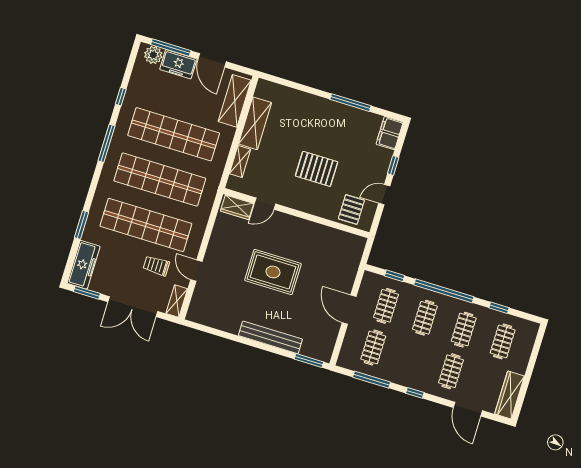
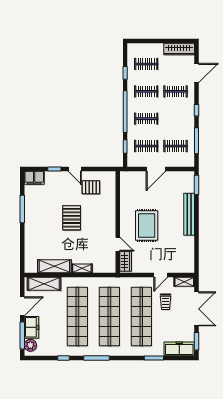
door: (265, 204) -> (118, 244), moved
wardrobe: (237, 207) -> (126, 261), moved
wall: (296, 213) -> (118, 222), moved

